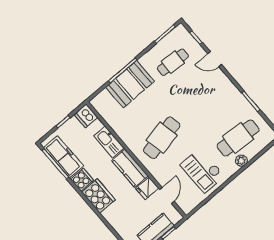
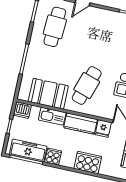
cafe table: (173, 62) -> (55, 27), width x1.37, depth x1.35
booth: (130, 84) -> (48, 94), moved, turned 90
cafe table: (162, 138) -> (87, 86), turned 30
cooker: (99, 196) -> (88, 163), moved

